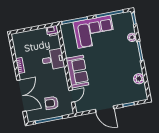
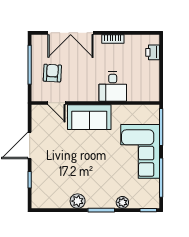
printer: (52, 31) -> (153, 52), moved
plant: (139, 79) -> (78, 201), moved

